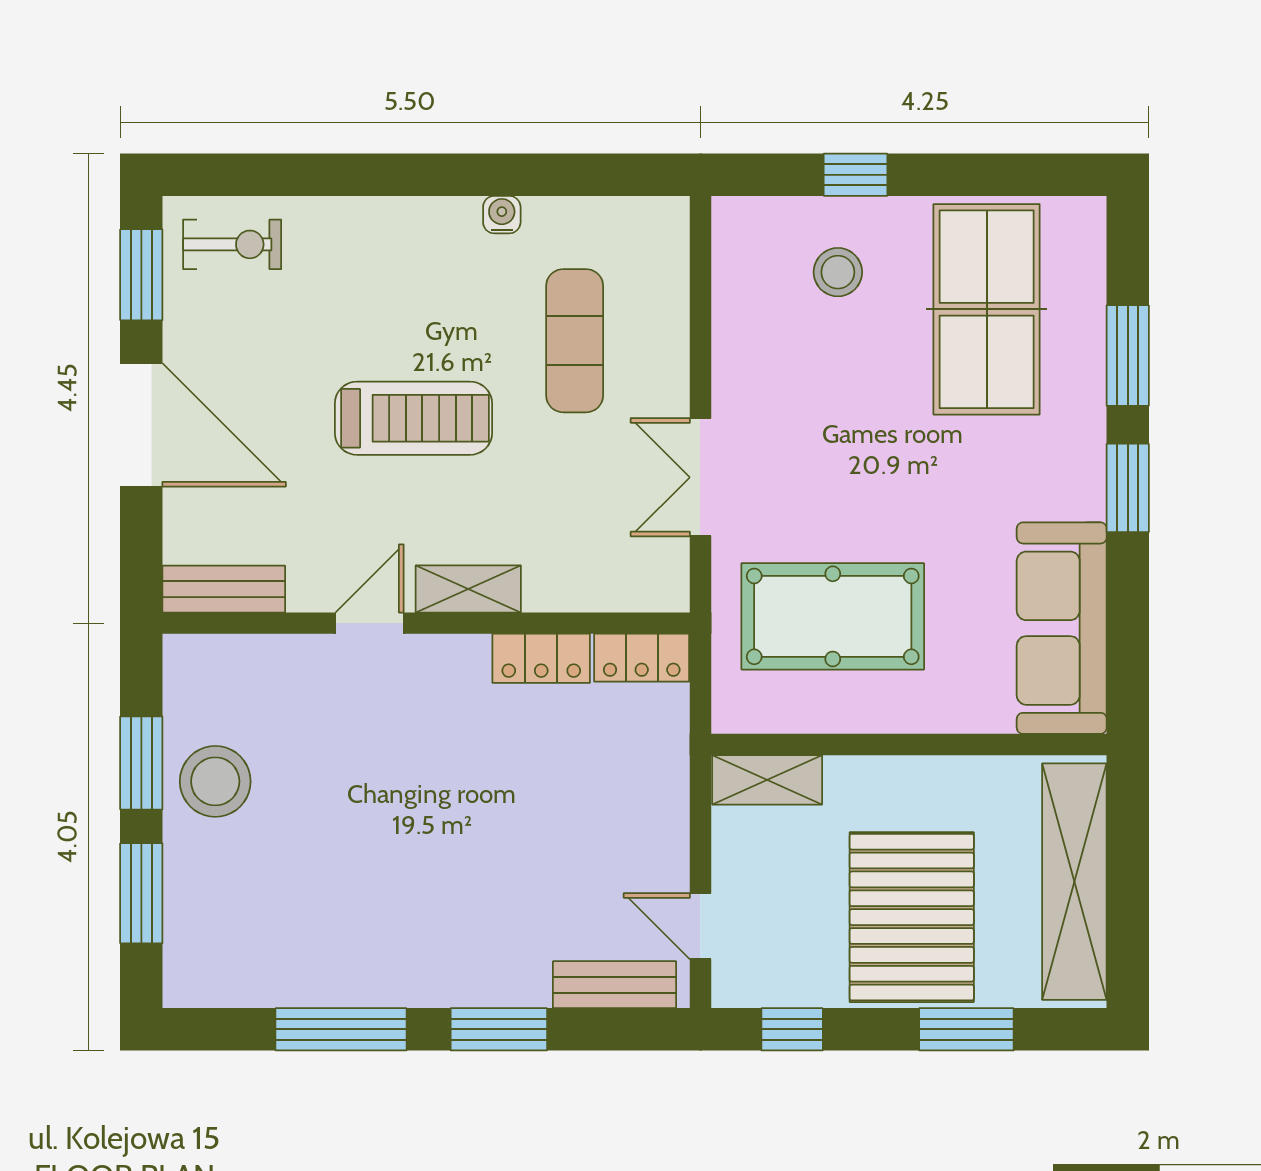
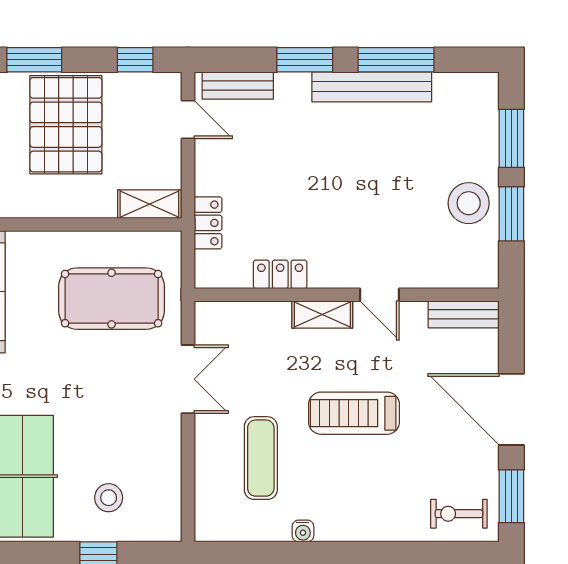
door: (369, 623) -> (379, 295), hinge flipped
locker: (642, 658) -> (208, 223), moved, turned 90
bench: (383, 982) -> (372, 87), added

